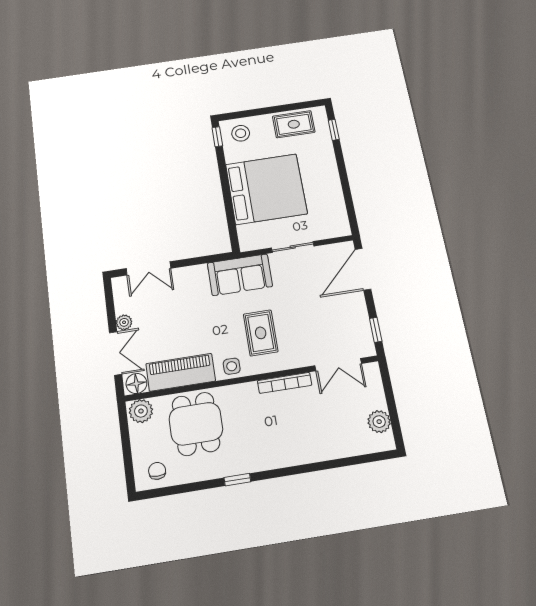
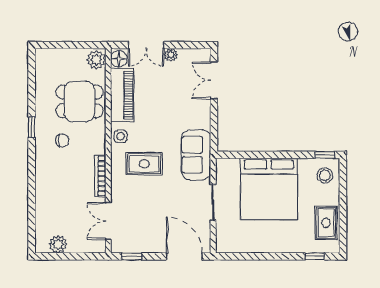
chair: (157, 471) -> (62, 141), moved

